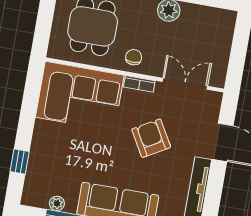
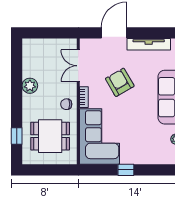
armchair: (151, 138) -> (120, 82), turned 90
window: (20, 161) -> (126, 170), moved

